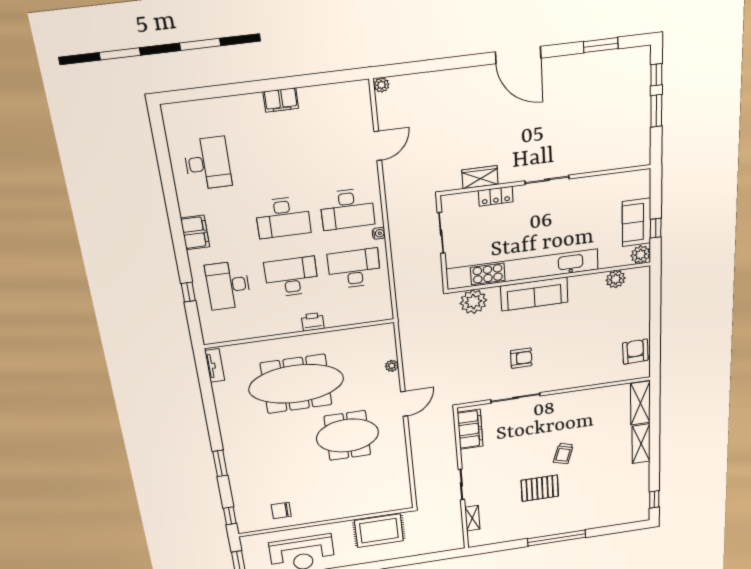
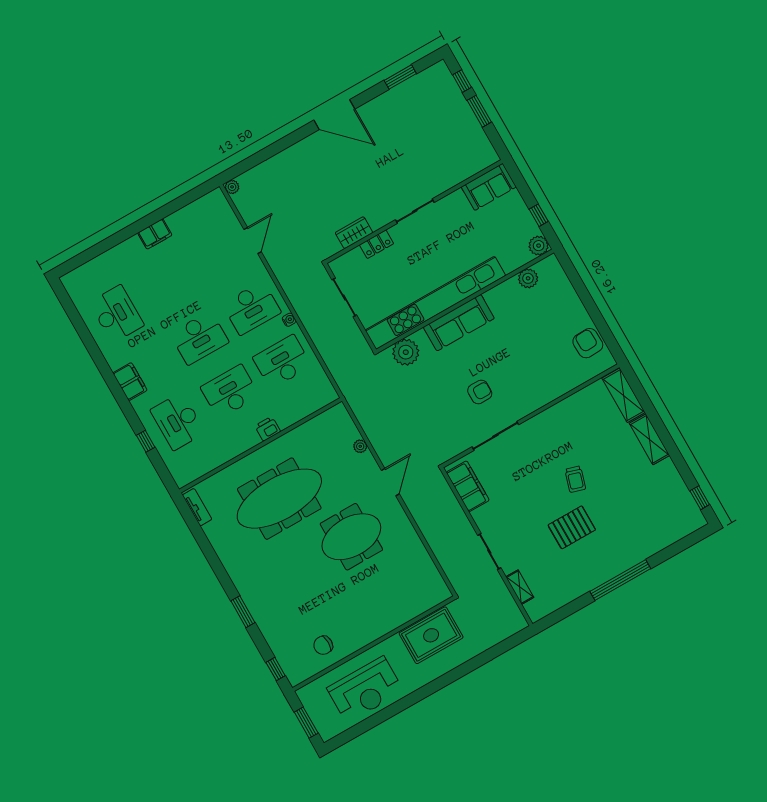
sofa: (637, 222) -> (489, 187), moved, turned -90

